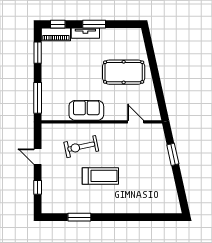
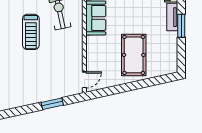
door: (136, 122) -> (84, 80), moved

